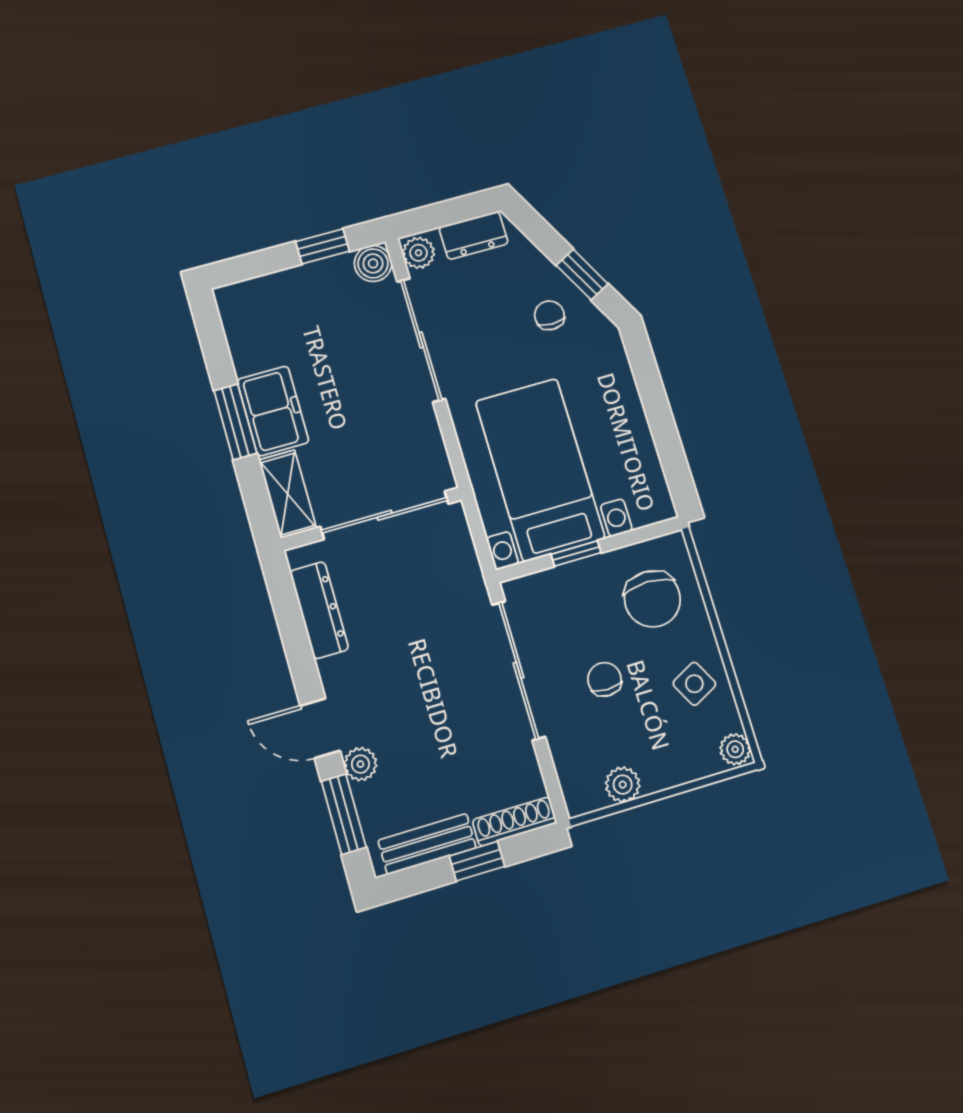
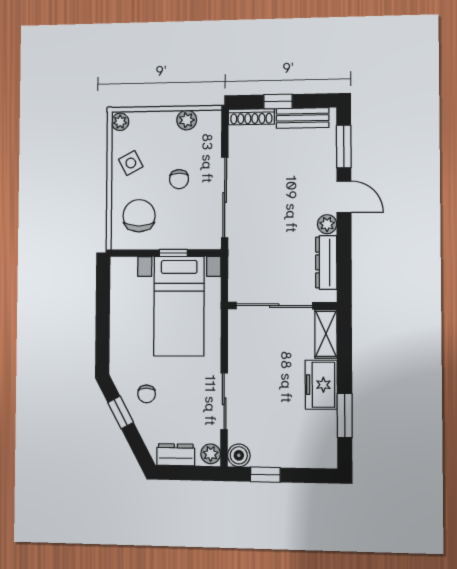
sliding door: (421, 340) -> (224, 401), width x0.73
window: (235, 422) -> (345, 416), moved
plant: (360, 764) -> (327, 224), moved

